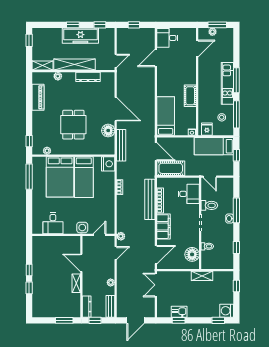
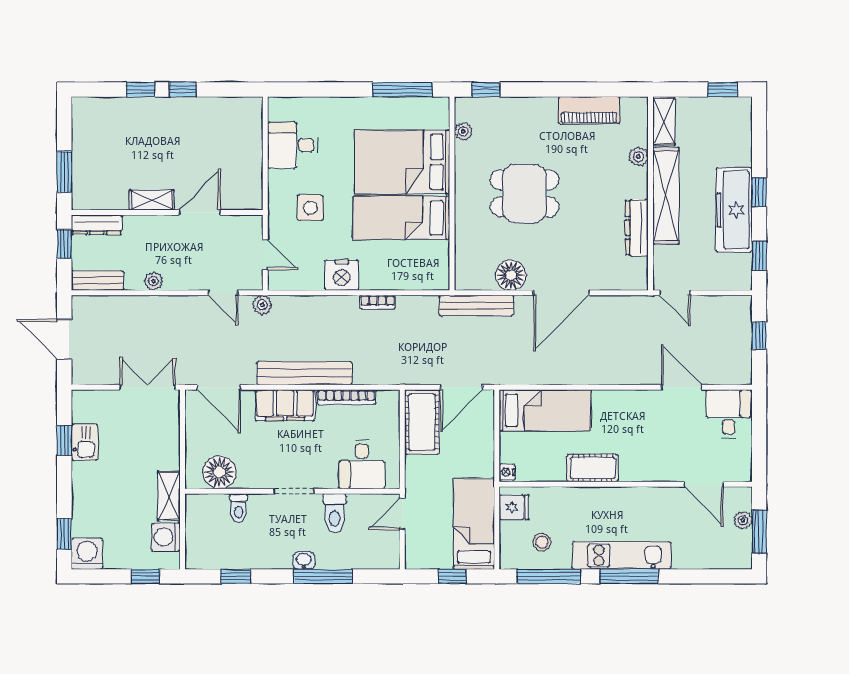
nightstand: (108, 164) -> (342, 275), moved
bench: (150, 199) -> (304, 373), moved
side table: (82, 228) -> (310, 208), moved
washing machine: (220, 277) -> (166, 537), added

